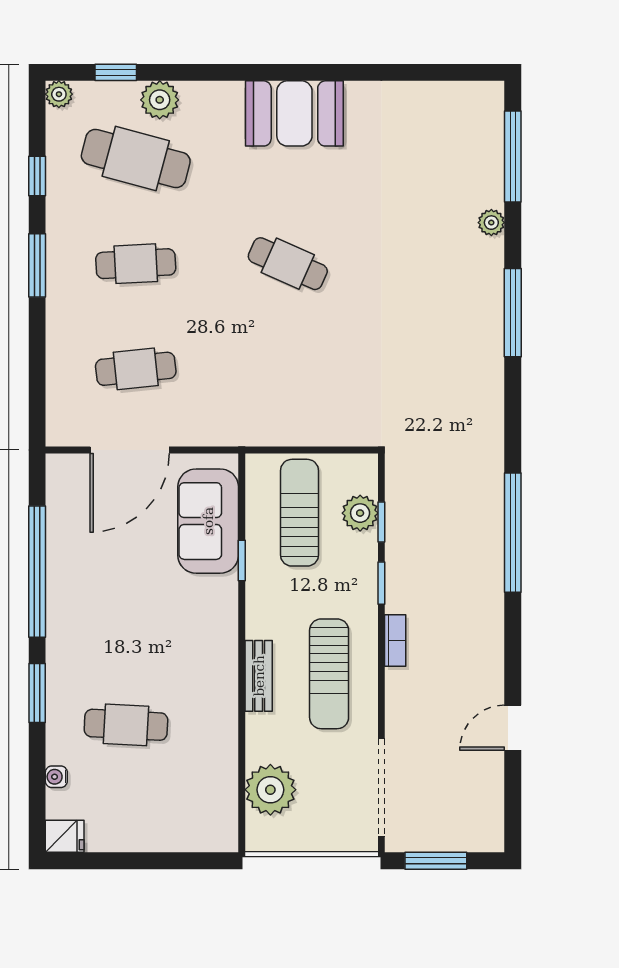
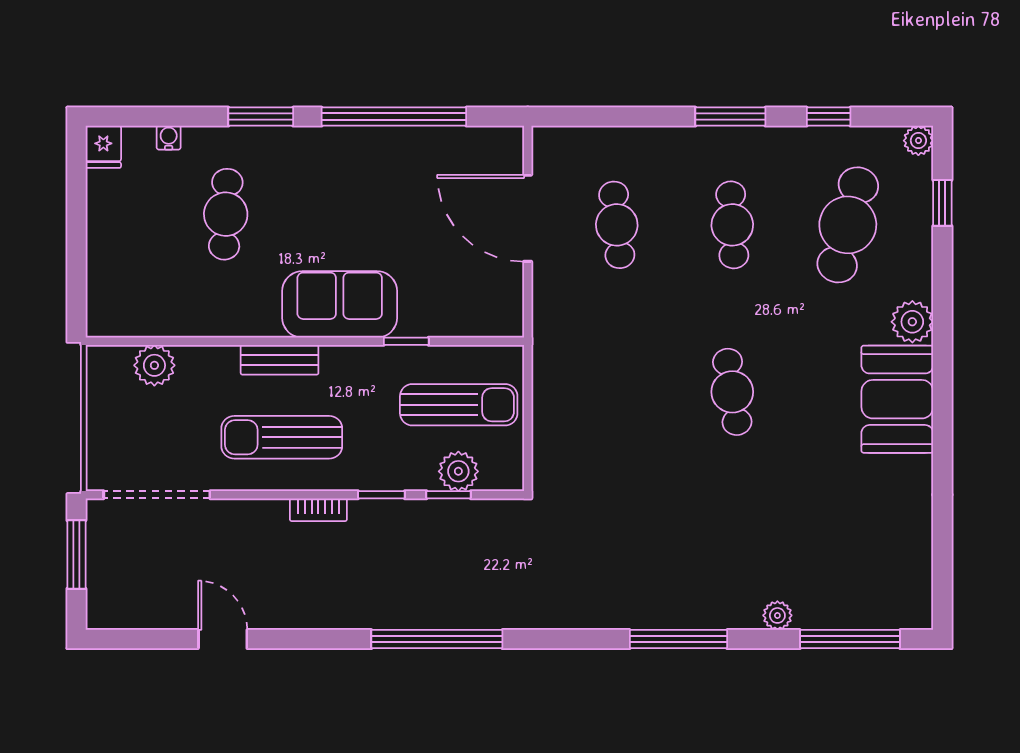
plant: (160, 100) -> (912, 322), moved
cafe table: (288, 264) -> (732, 392), turned -33
sofa: (208, 521) -> (340, 304), moved
plant: (270, 790) -> (154, 365), width x0.73, depth x0.73

